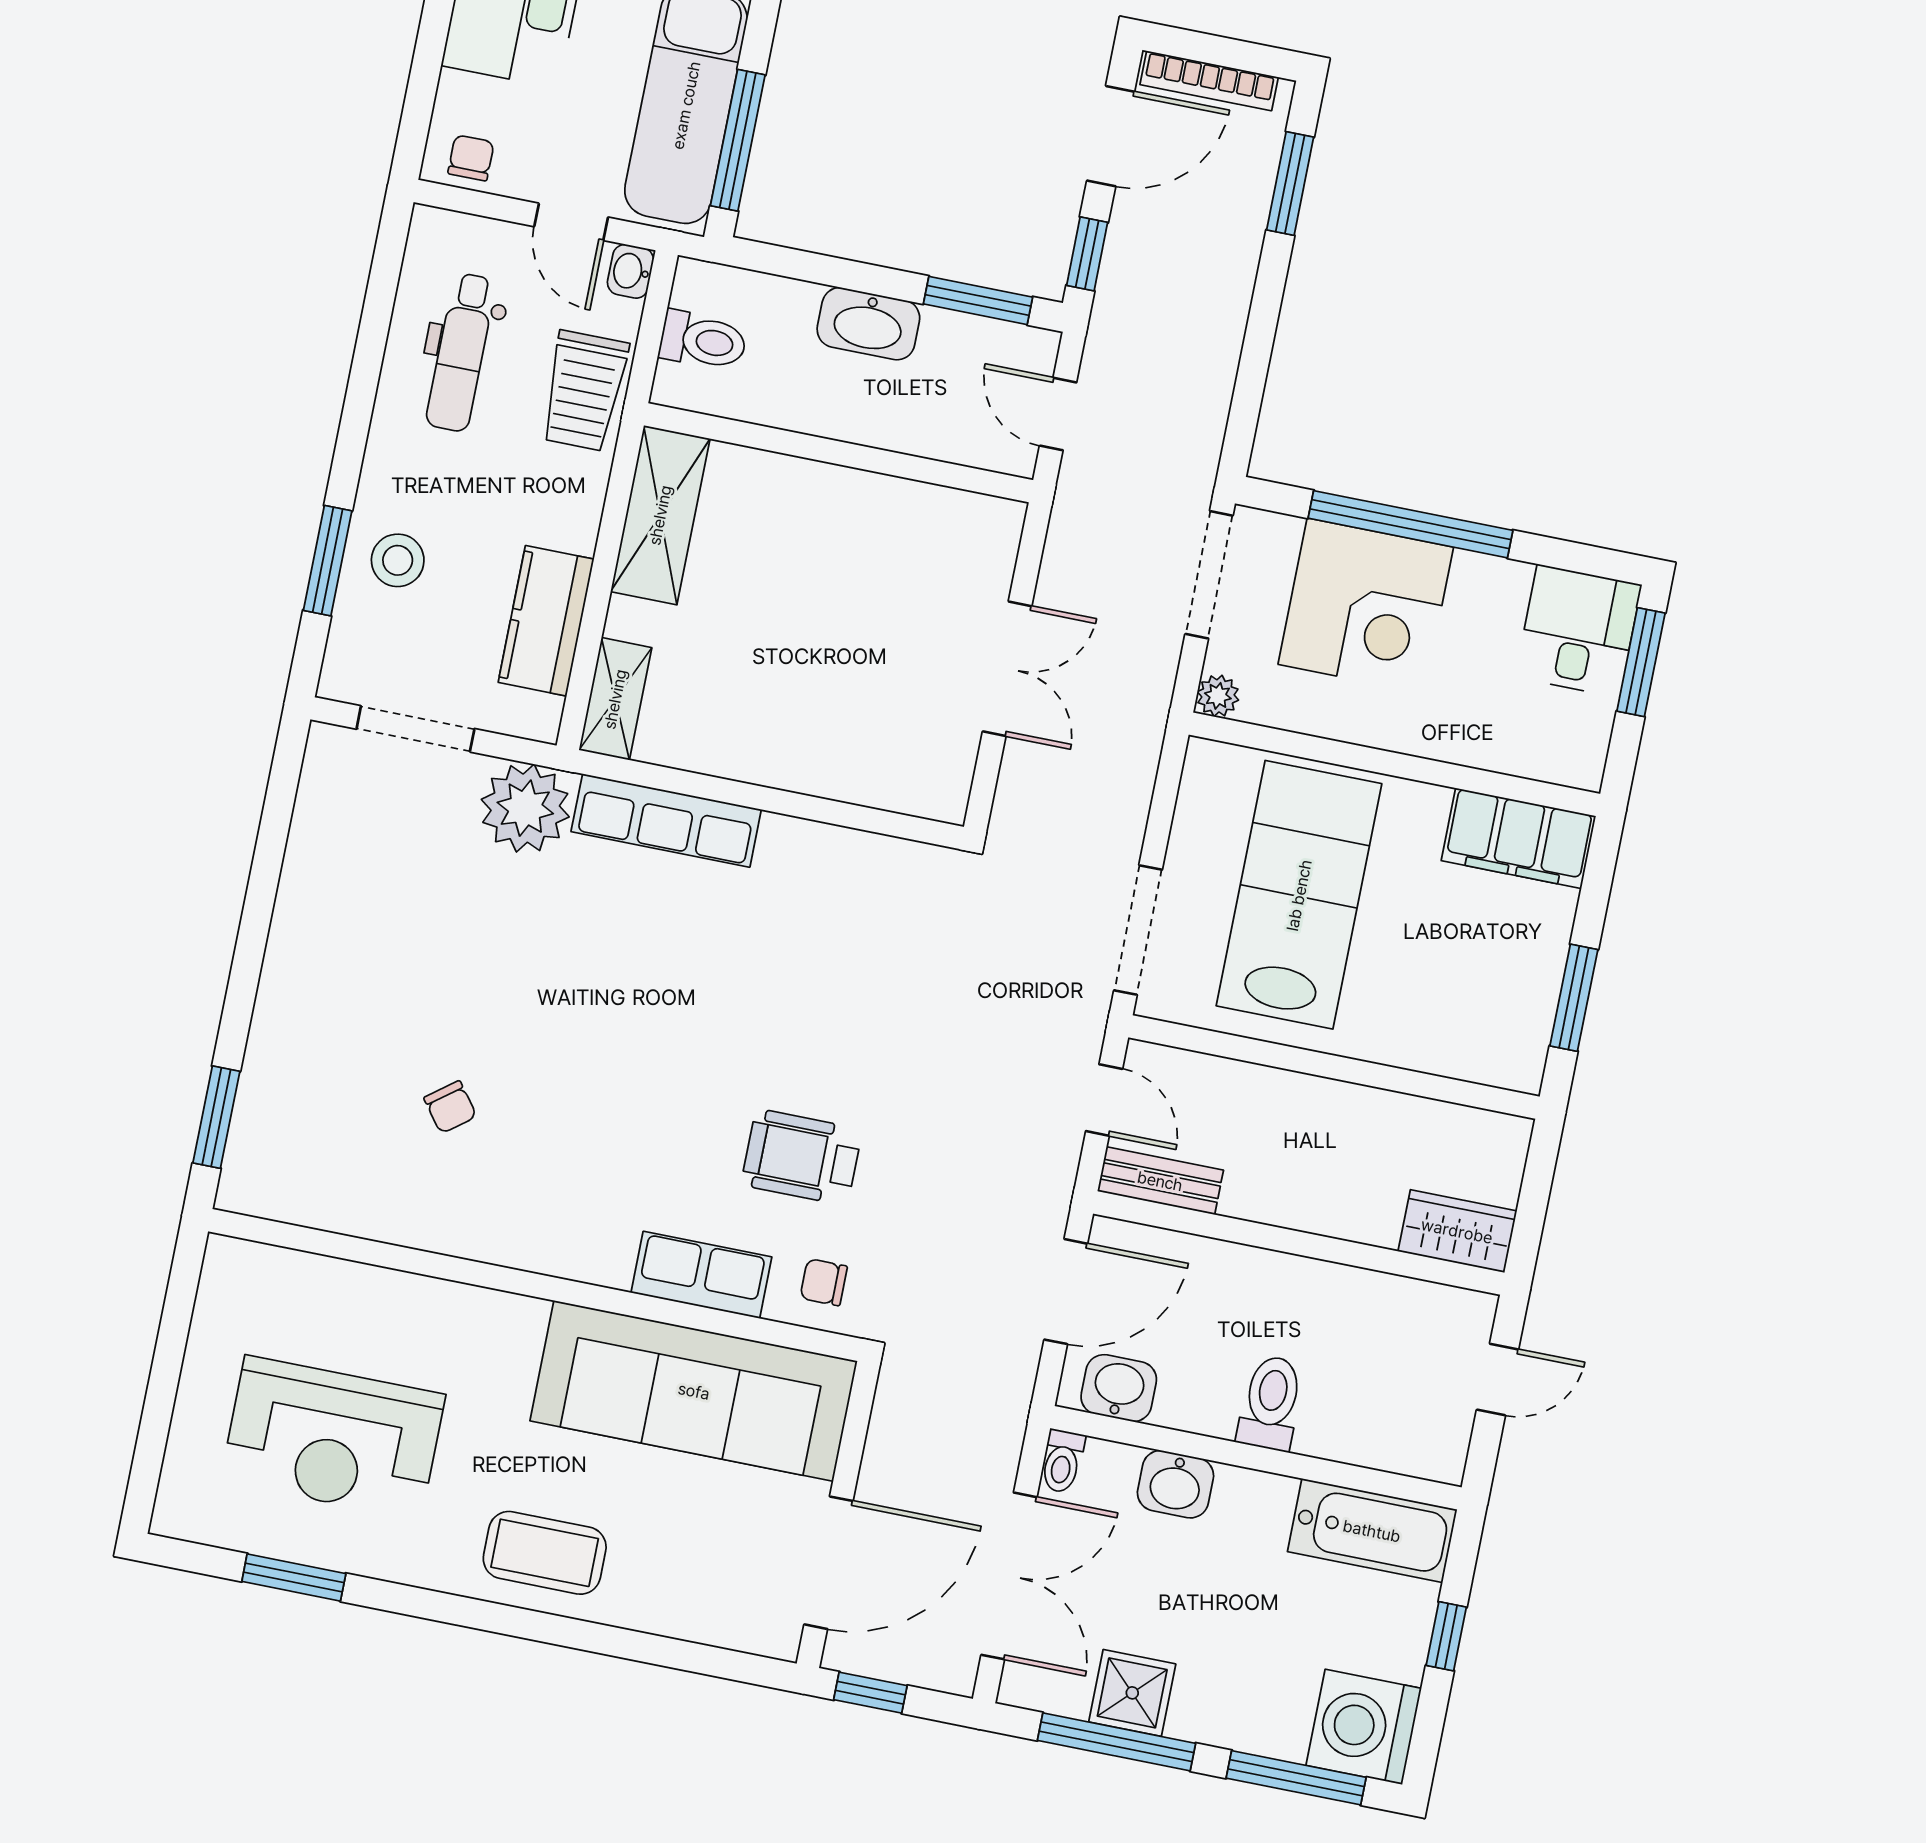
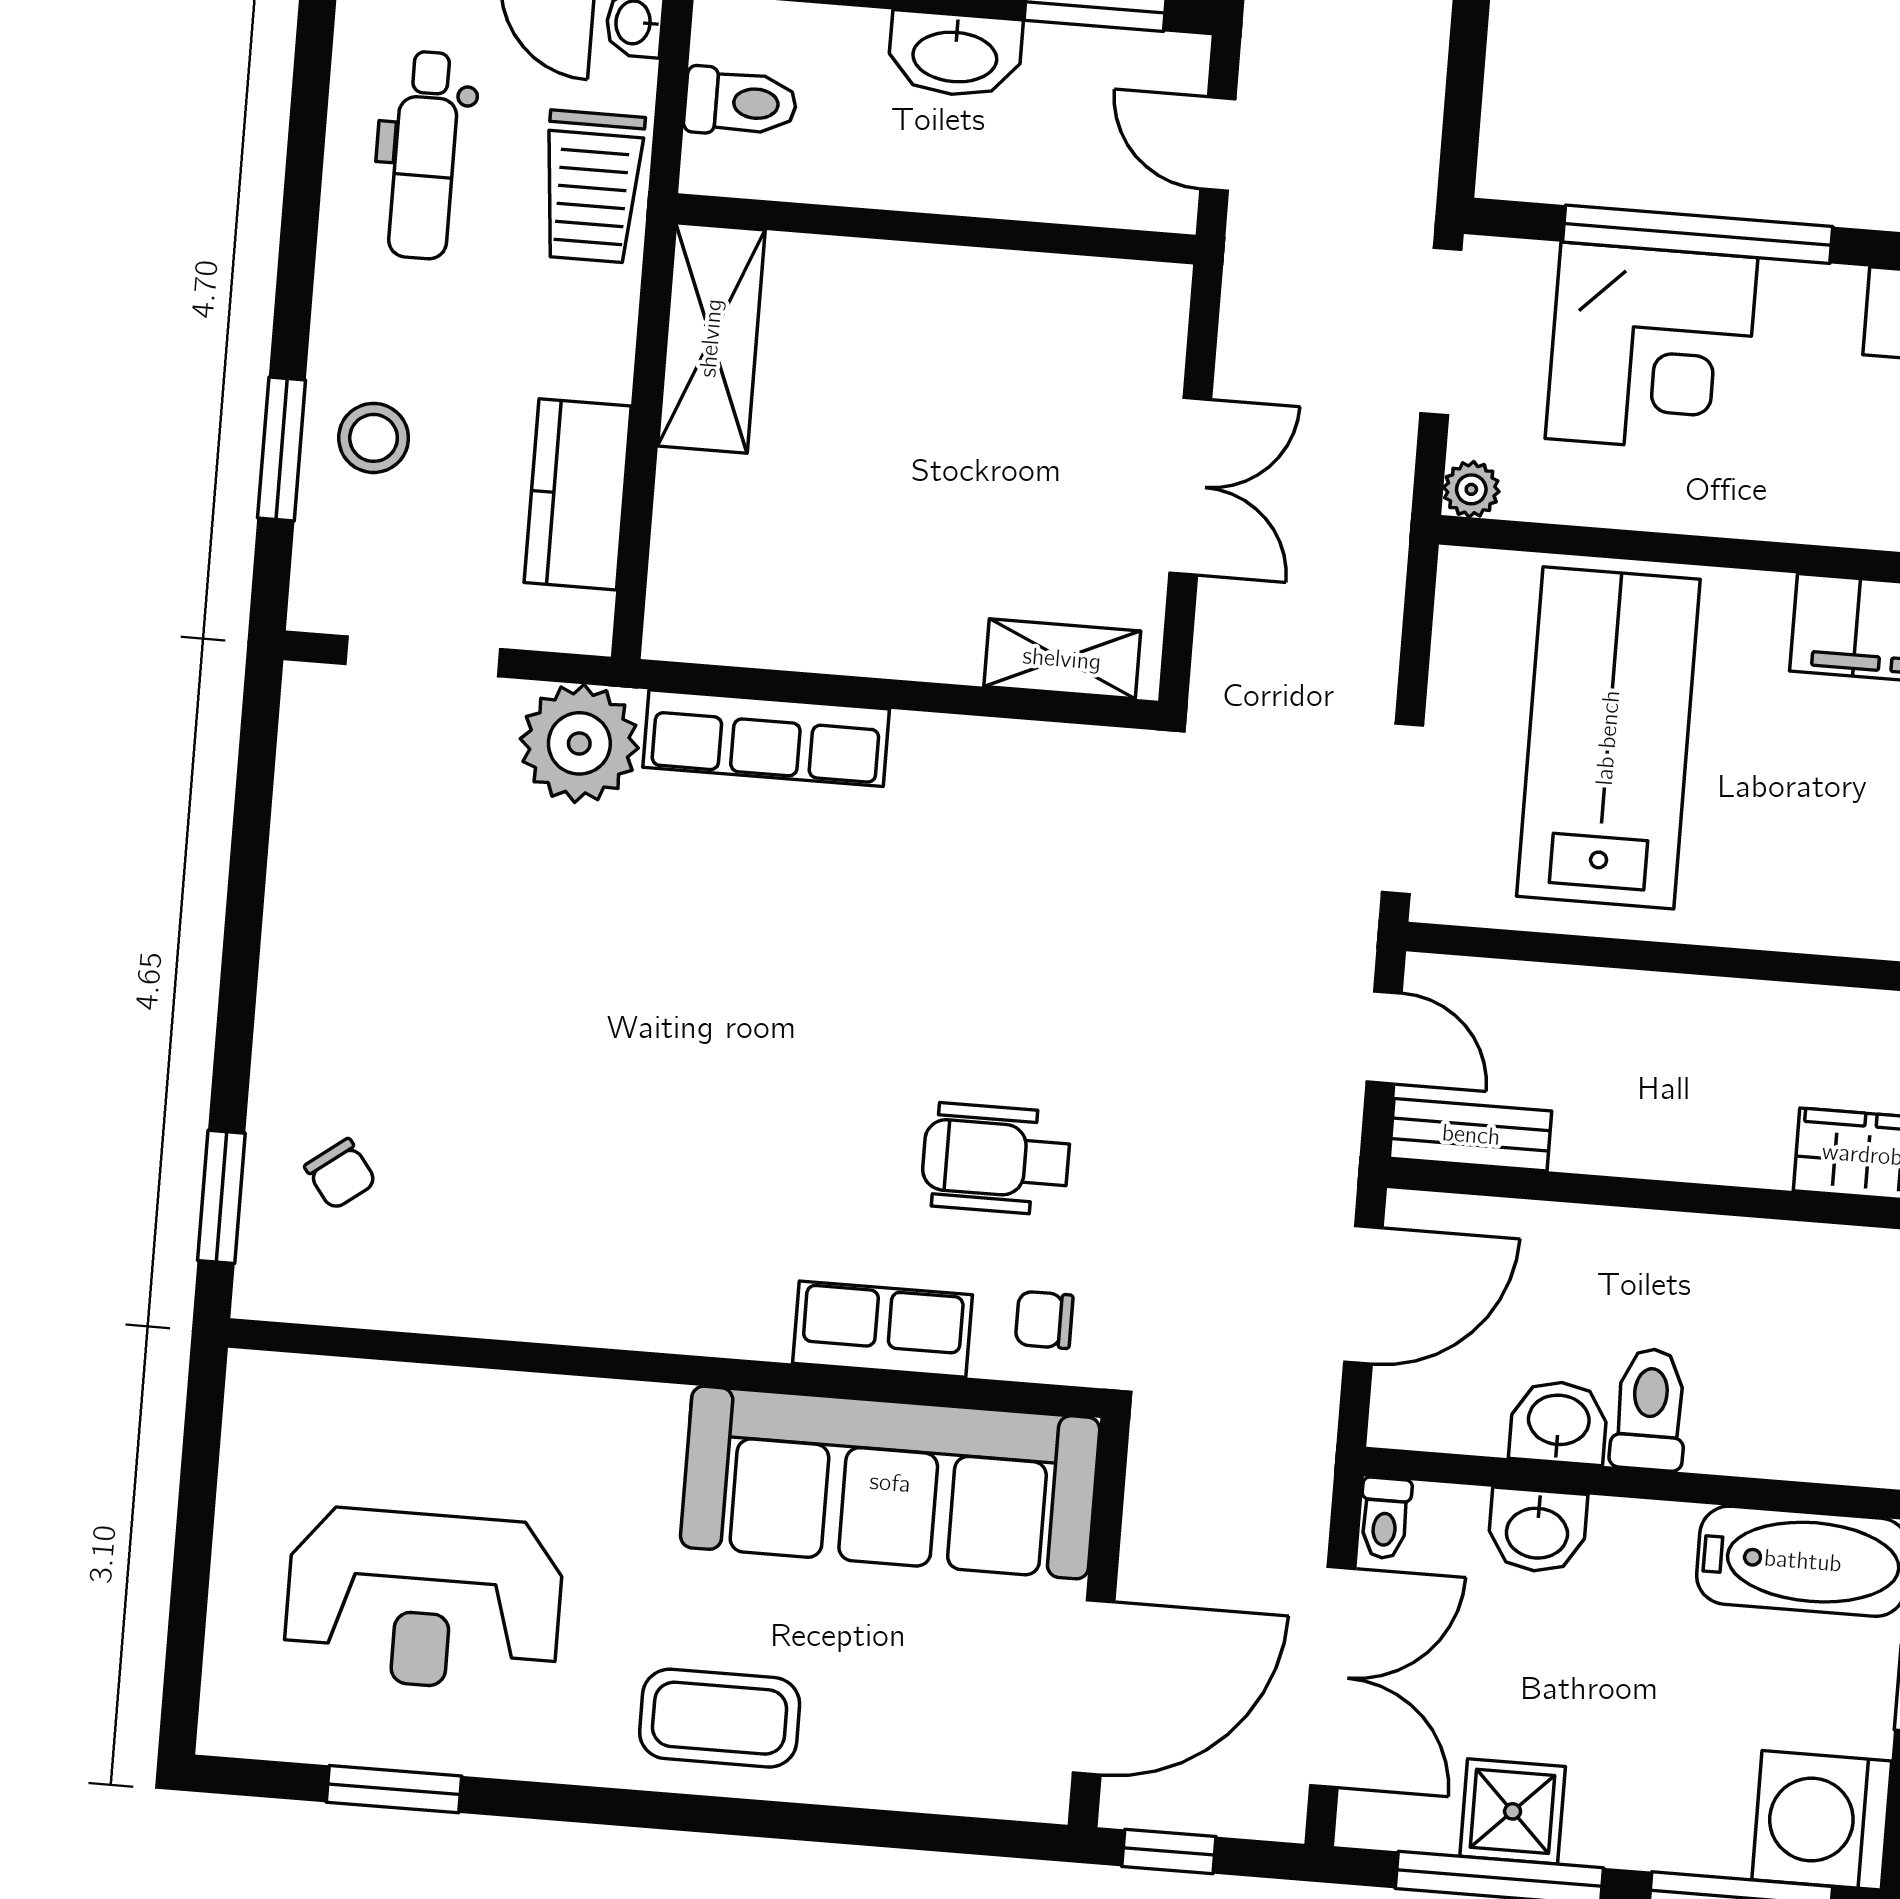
shelving: (615, 699) -> (1062, 659), moved, turned 90
chair: (450, 1107) -> (341, 1174), moved
washbasin: (1119, 1388) -> (1559, 1422), moved

